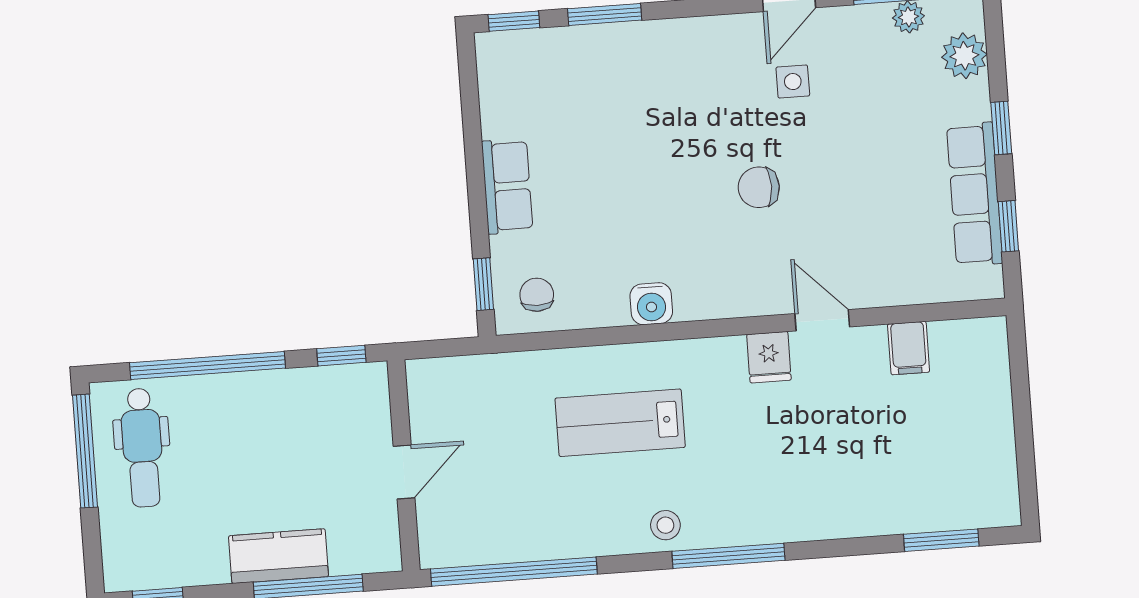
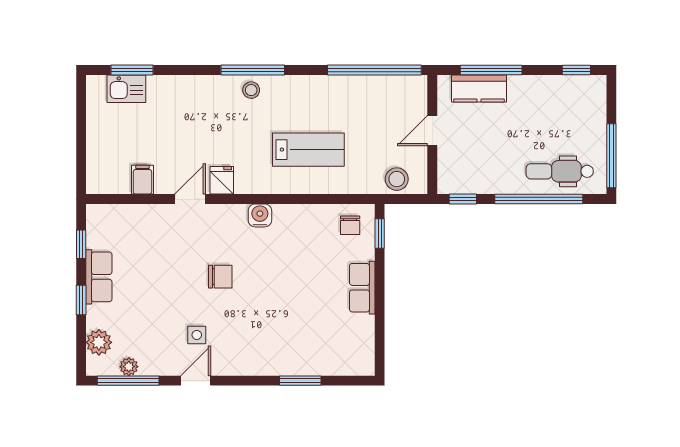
window: (514, 21) -> (352, 381), removed
row of seats: (975, 194) -> (99, 277), width x0.68
water cooler: (651, 304) -> (260, 215), moved
door: (822, 320) -> (190, 199), swing flipped
stool: (460, 382) -> (397, 179), added
dental chair: (142, 448) -> (560, 171), moved, turned -90
kitchen sink: (949, 506) -> (126, 89), added
stool: (665, 525) -> (251, 90), moved
kitchen counter: (279, 556) -> (479, 88), moved

